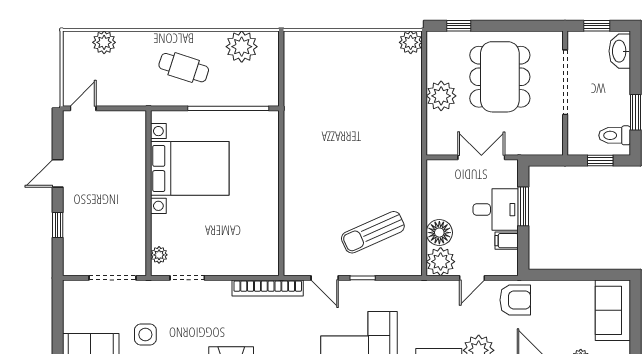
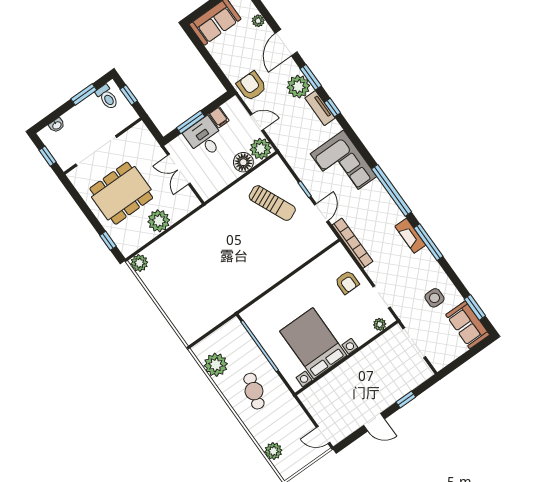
washbasin: (620, 51) -> (57, 125), width x0.52, depth x0.69
armchair: (230, 252) -> (347, 282), added

